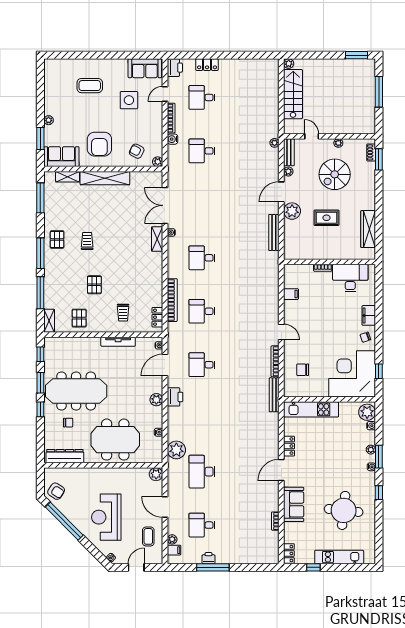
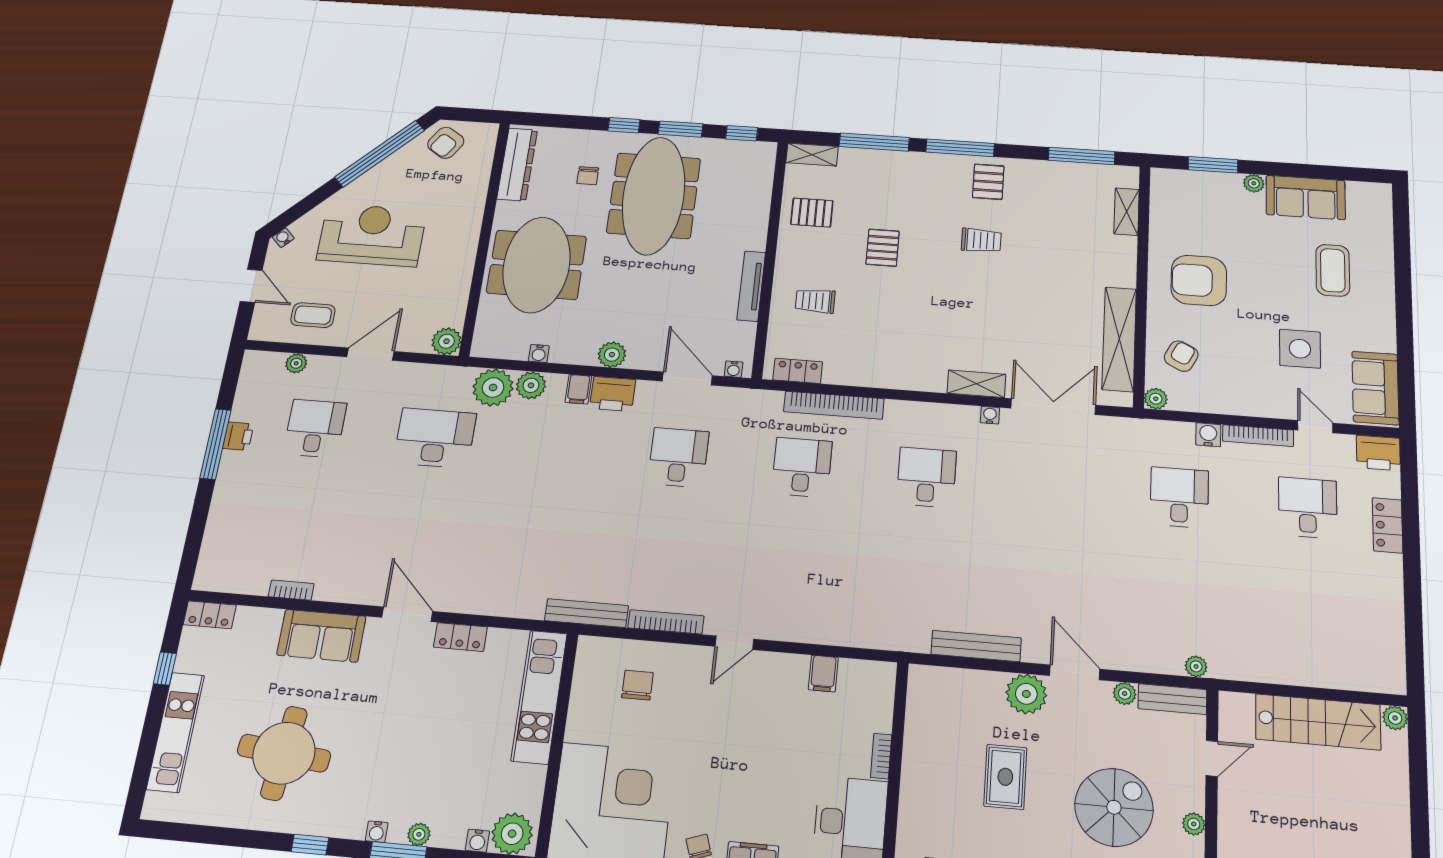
sofa: (61, 157) -> (1306, 197), moved, turned 90
spiral stairs: (335, 174) -> (1114, 807), turned 90
shelving: (105, 178) -> (1119, 339), moved
pallet: (57, 239) -> (988, 182), turned 90
pallet: (94, 285) -> (883, 248), turned 90
plant: (174, 433) -> (531, 385), added
filing cabinet: (174, 550) -> (578, 389), moved

